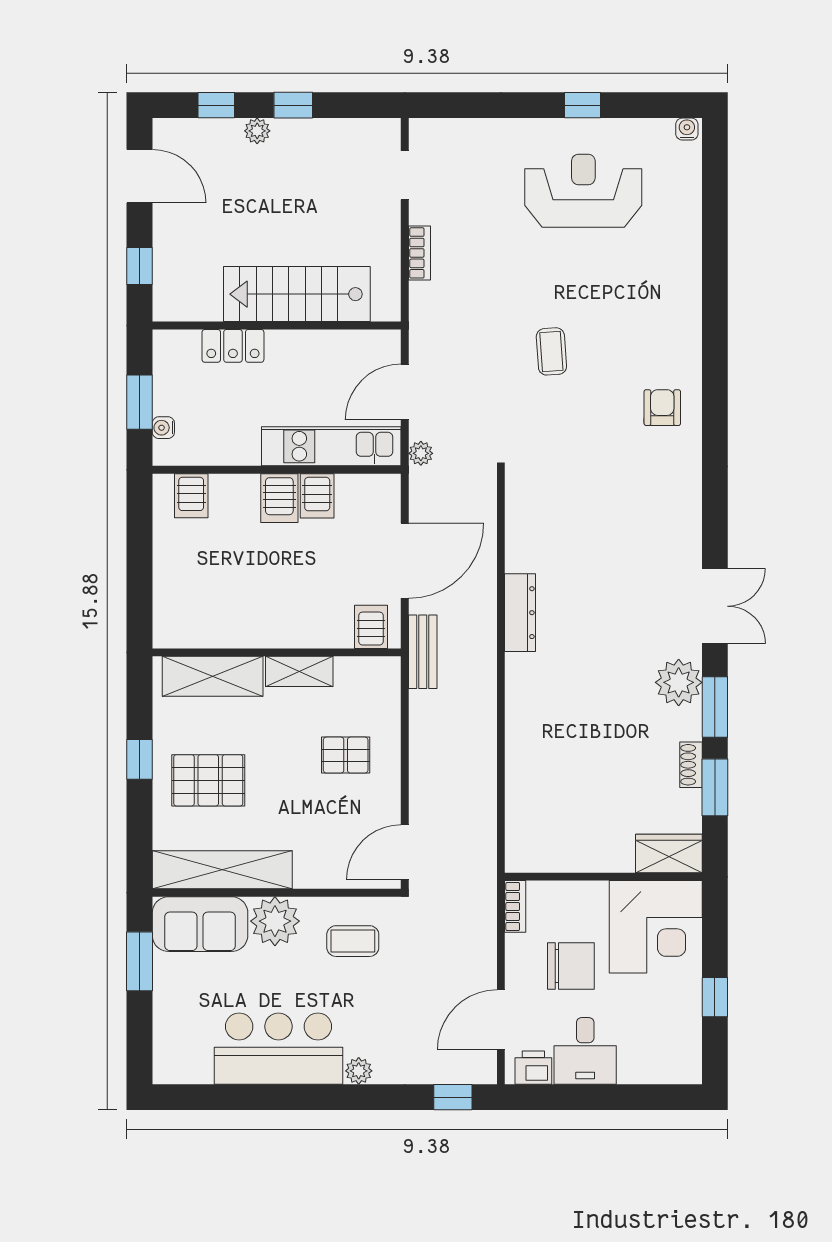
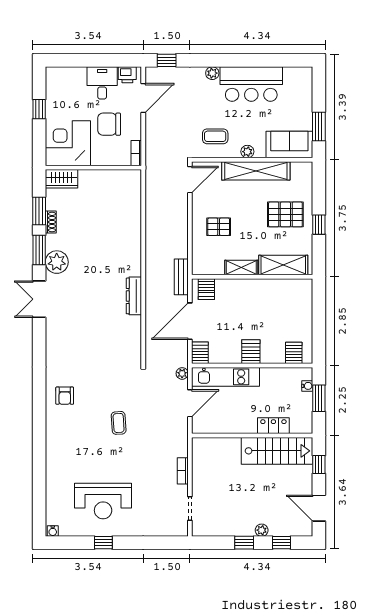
stairs: (297, 294) -> (277, 451), moved
server rack: (317, 496) -> (200, 353), moved
shelving: (222, 870) -> (256, 171), moved
plant: (275, 921) -> (247, 152), width x0.53, depth x0.53

